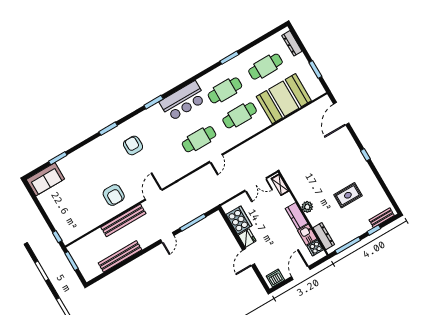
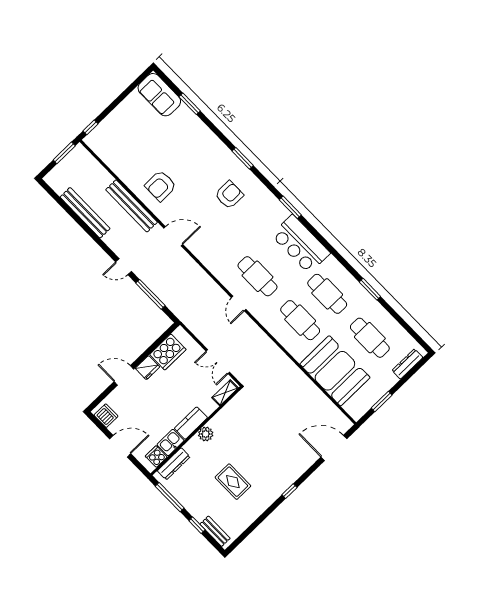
door: (216, 158) -> (239, 303), hinge flipped

